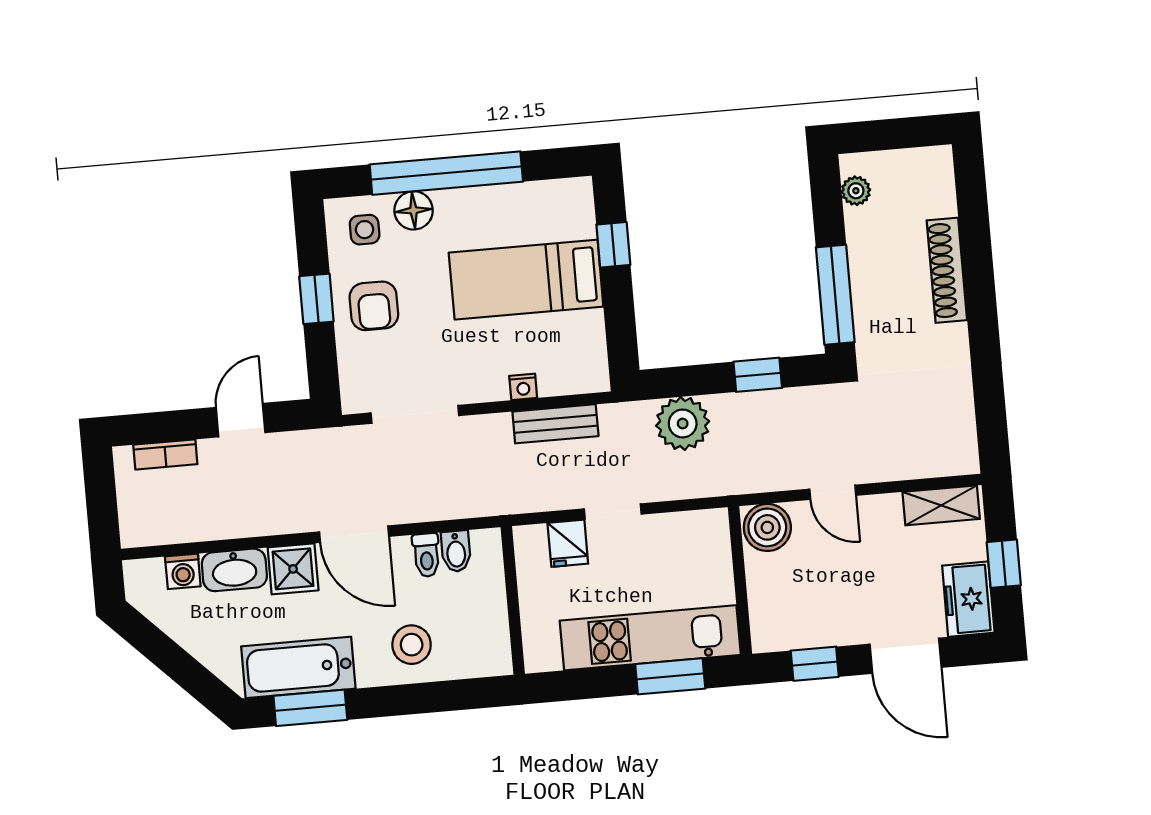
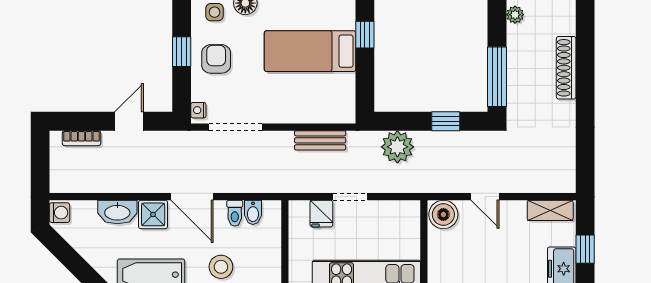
armchair: (374, 306) -> (216, 59), turned 180
nightstand: (523, 387) -> (198, 110), moved, turned 90
washing machine: (183, 571) -> (59, 213), moved, turned -90

